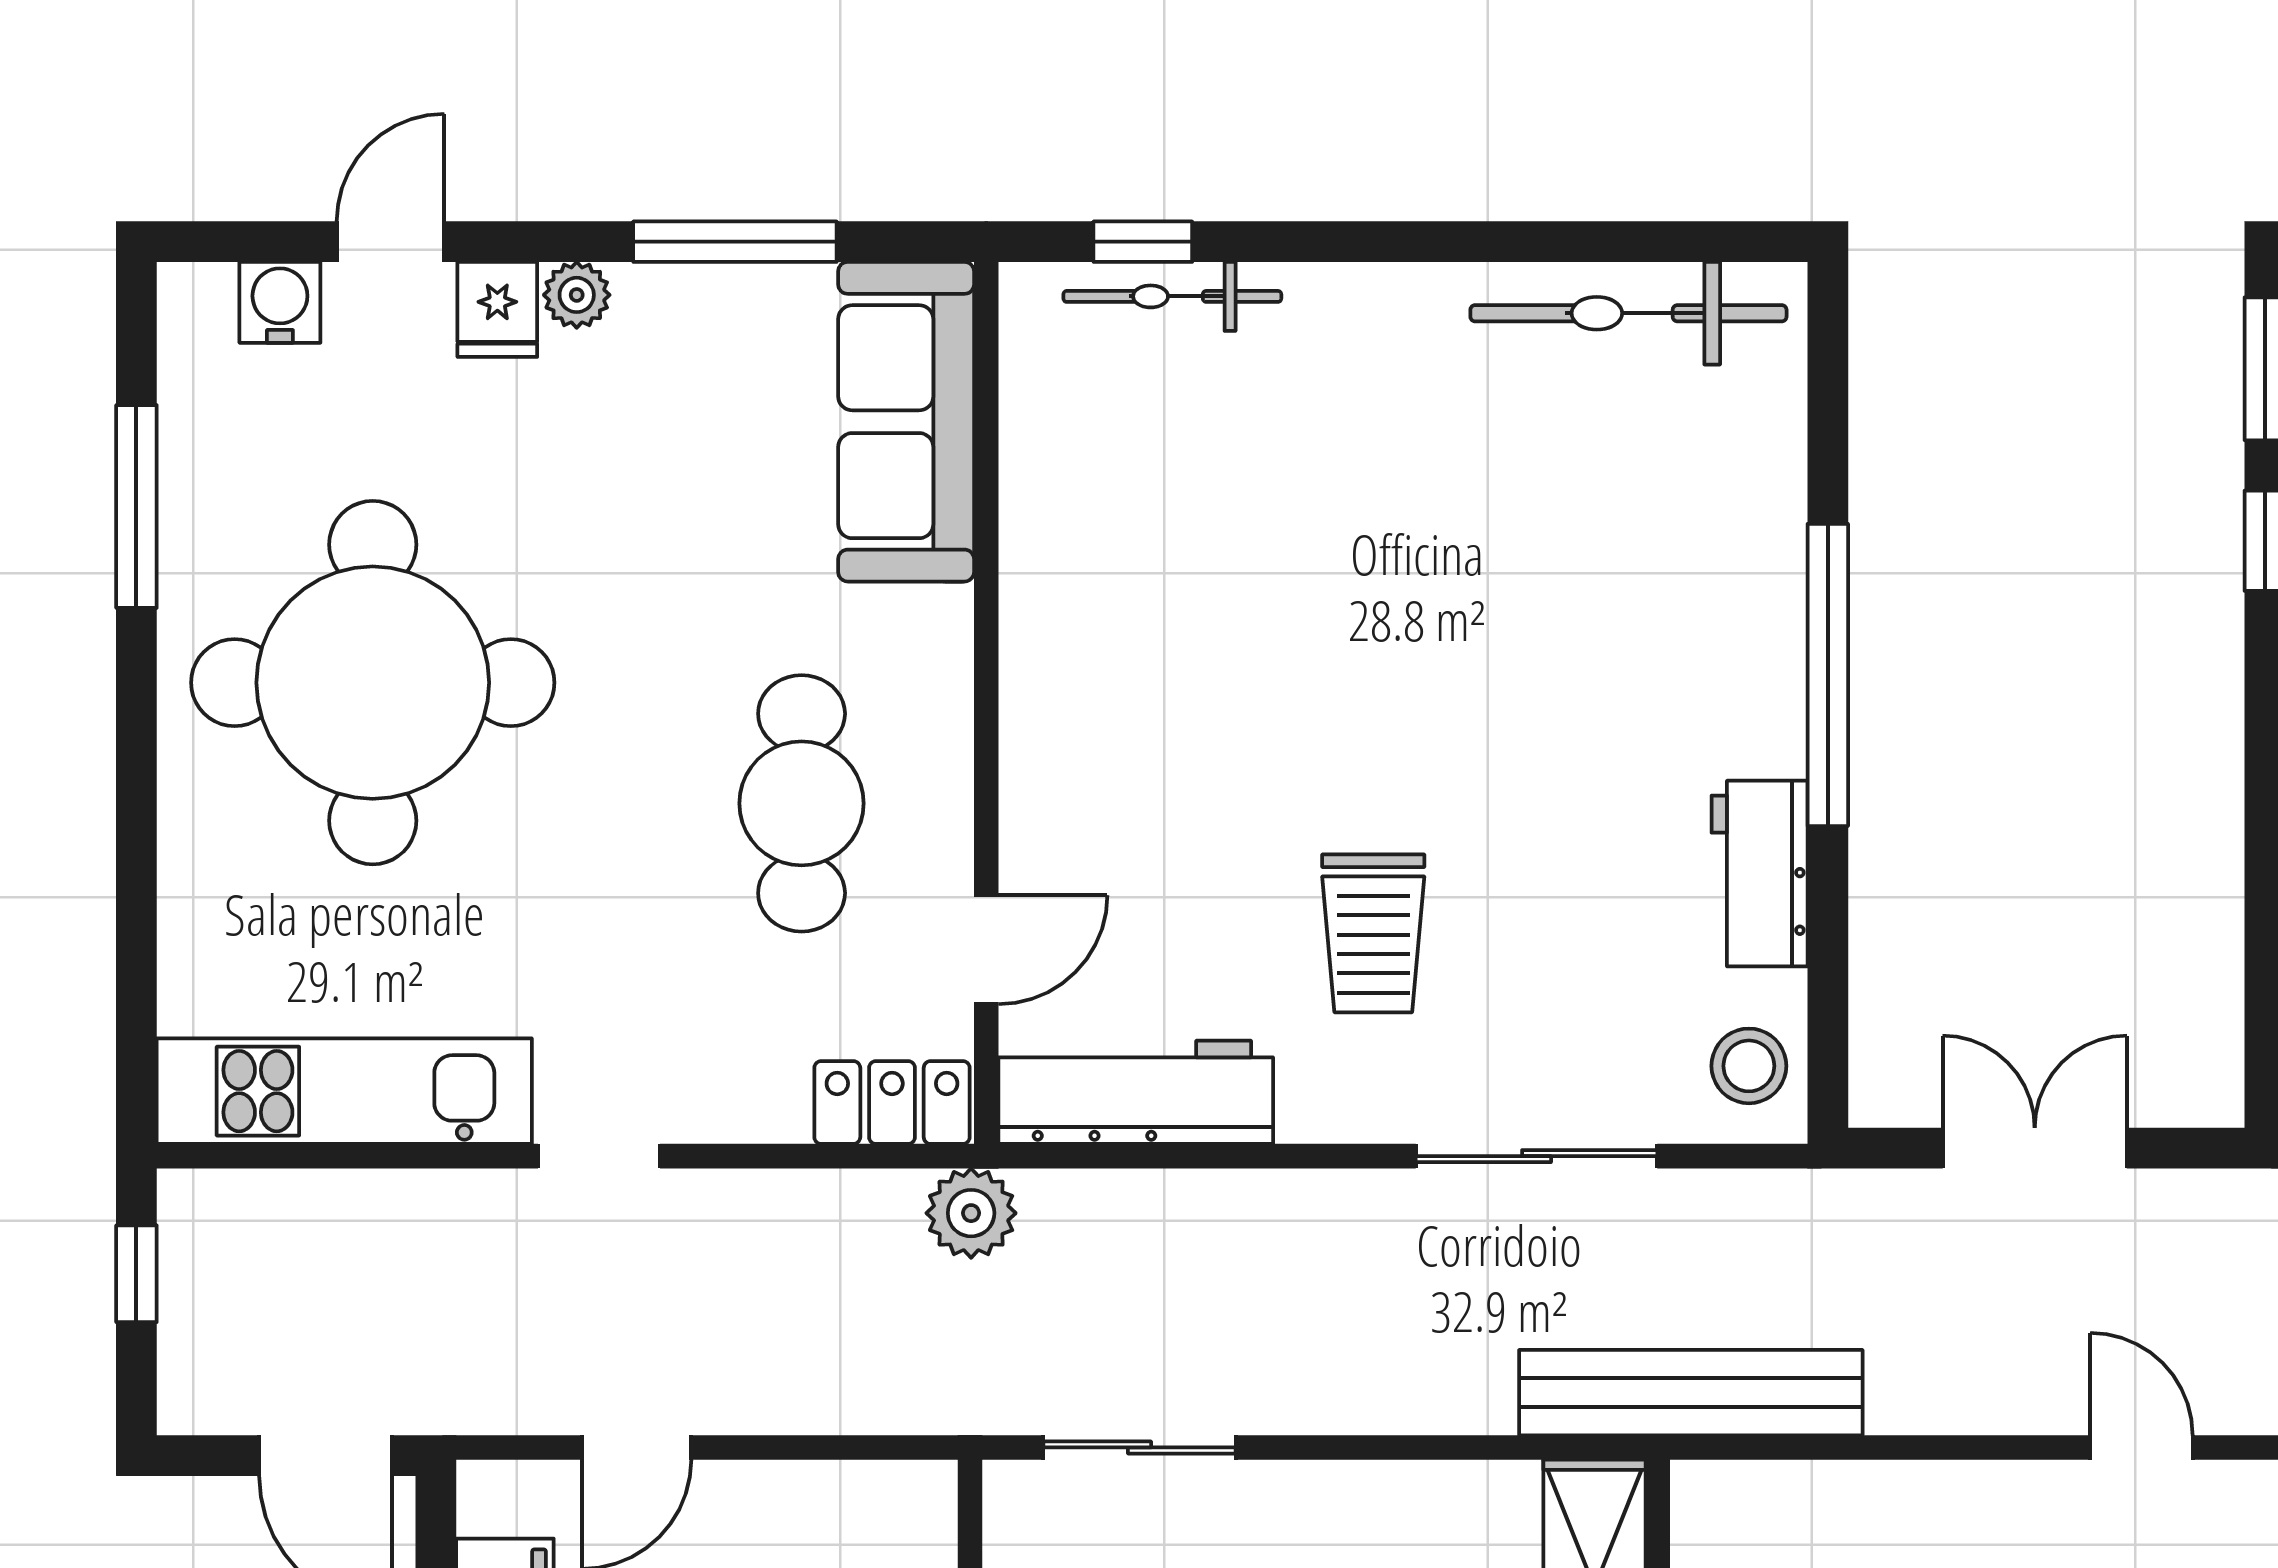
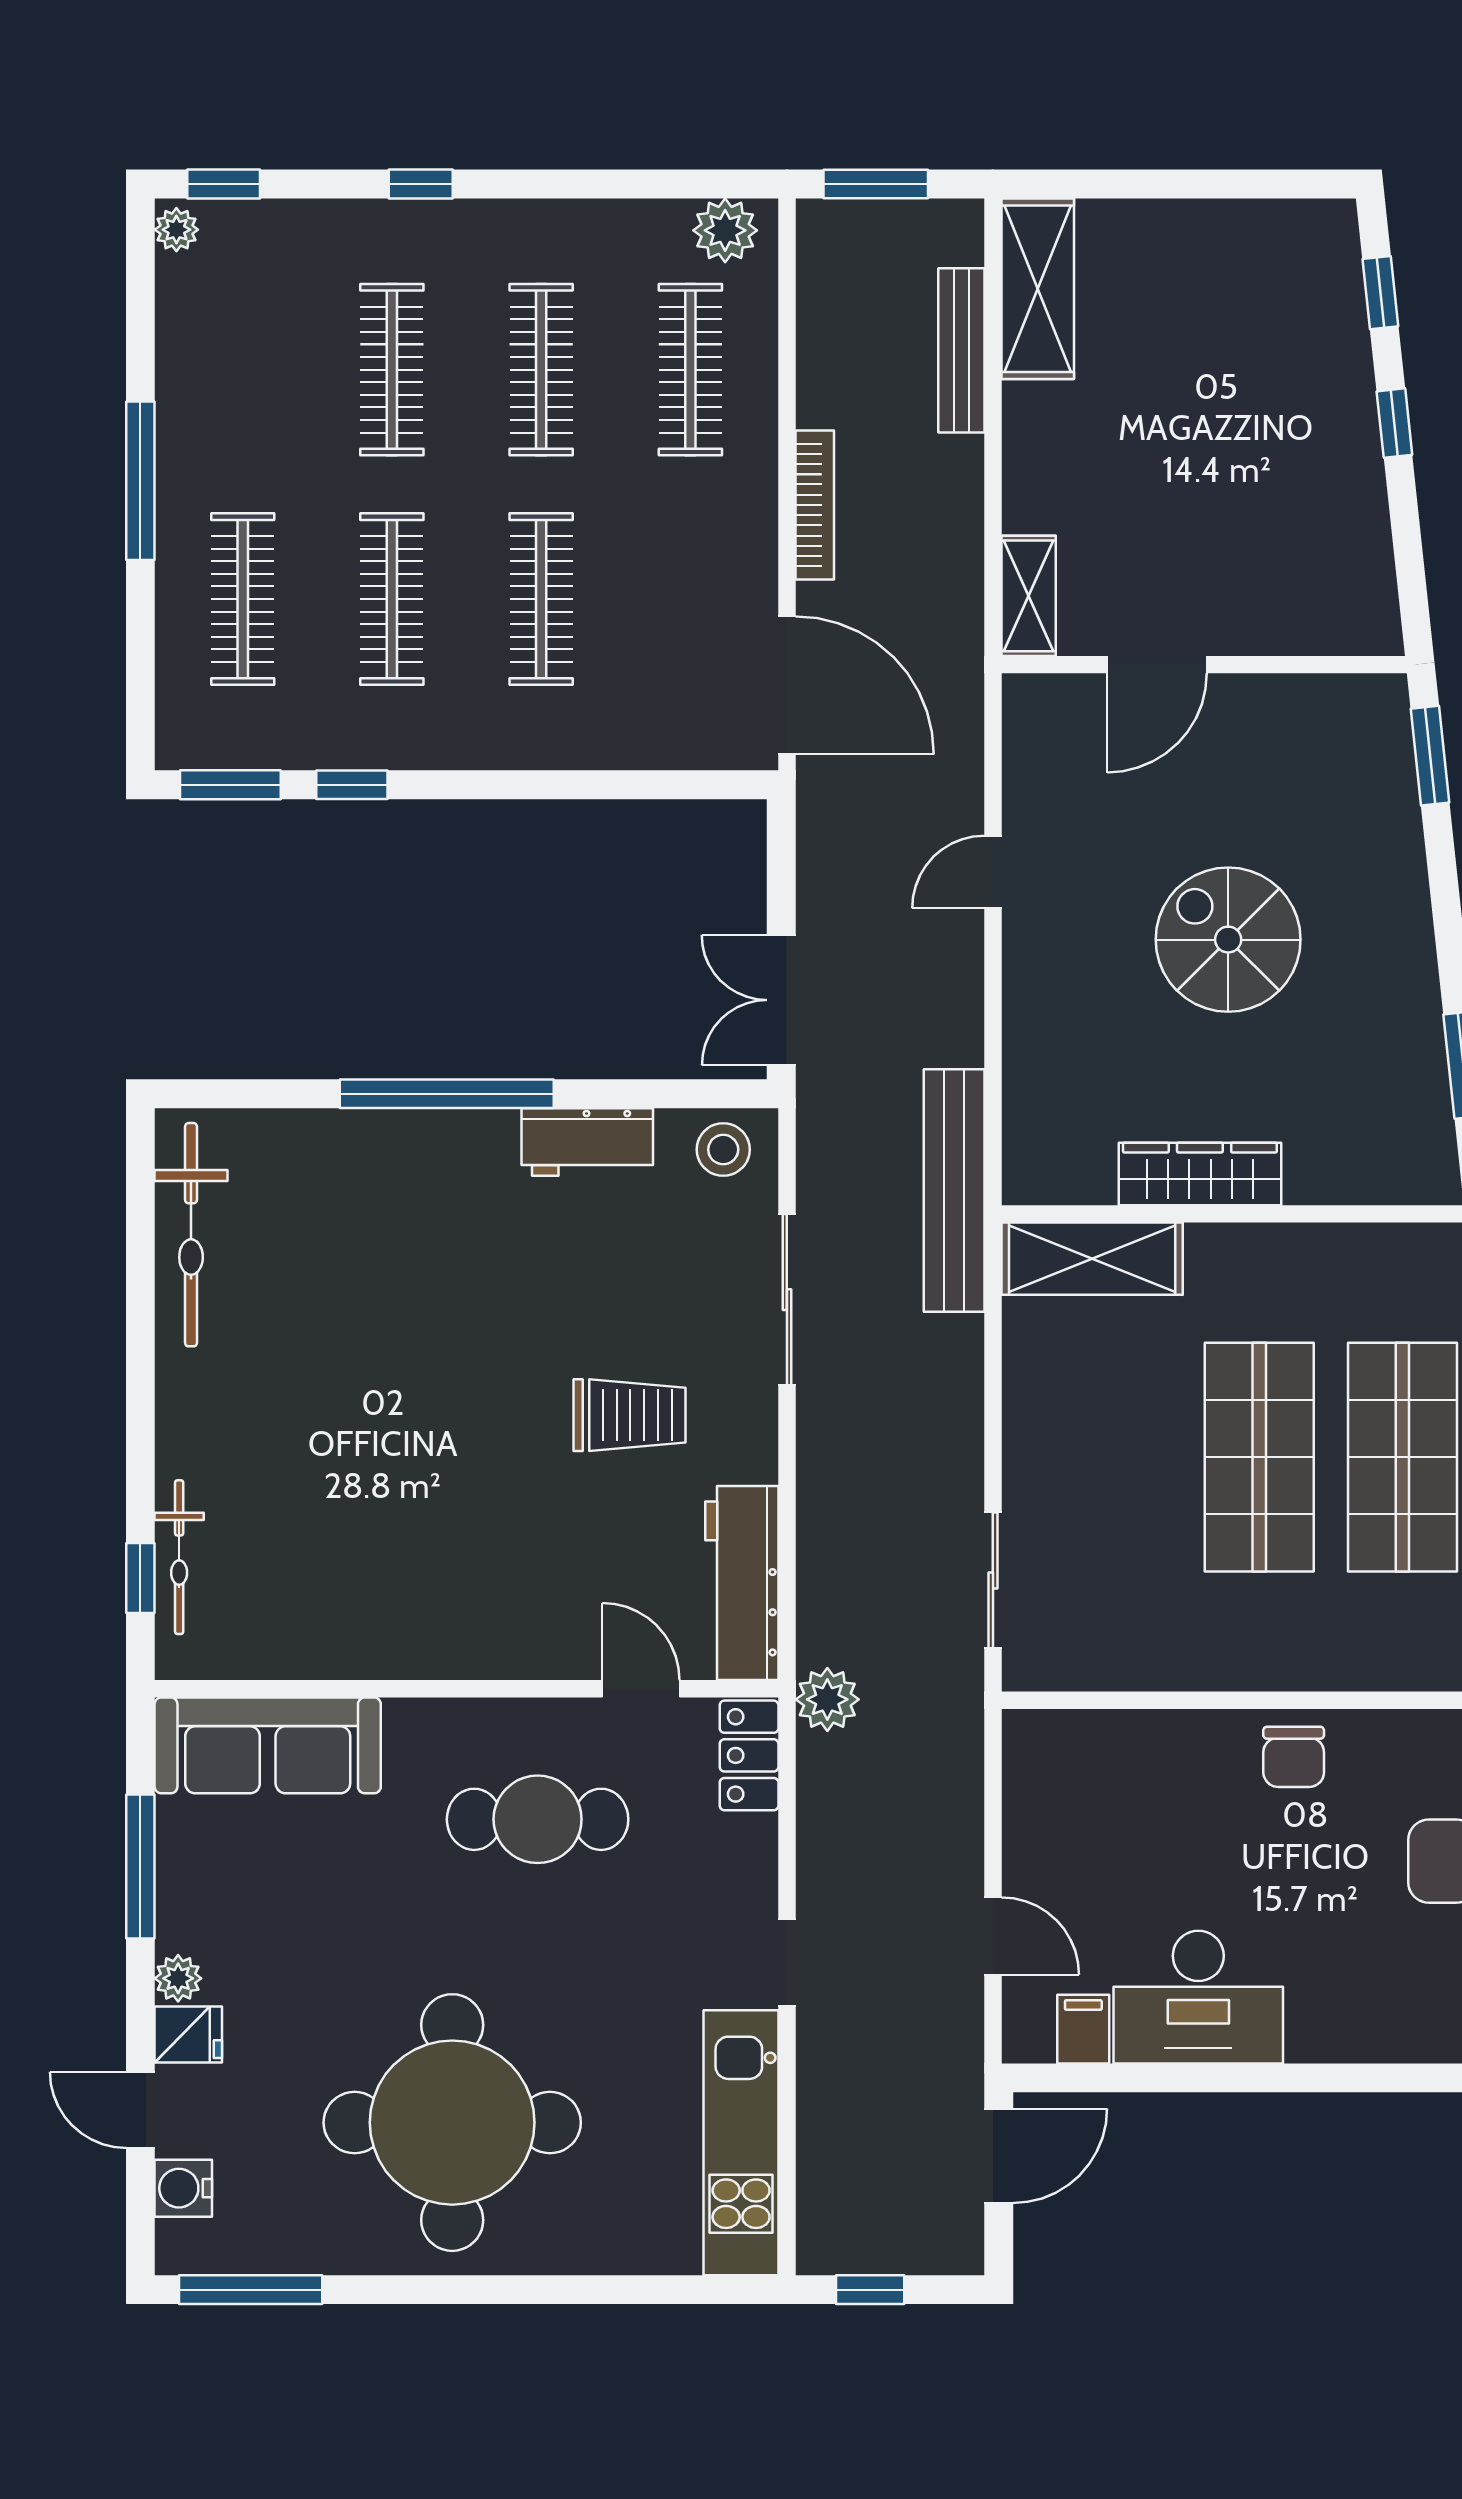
window: (136, 506) -> (251, 2290), moved
double door: (2035, 1148) -> (781, 1000), moved

